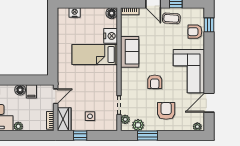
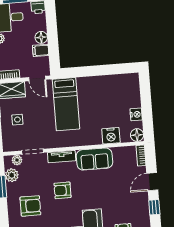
nightstand: (75, 13) -> (136, 114), moved
coffee table: (171, 18) -> (136, 204), removed
bed: (95, 55) -> (66, 104), moved, turned 180
tv unit: (125, 80) -> (62, 157), added

